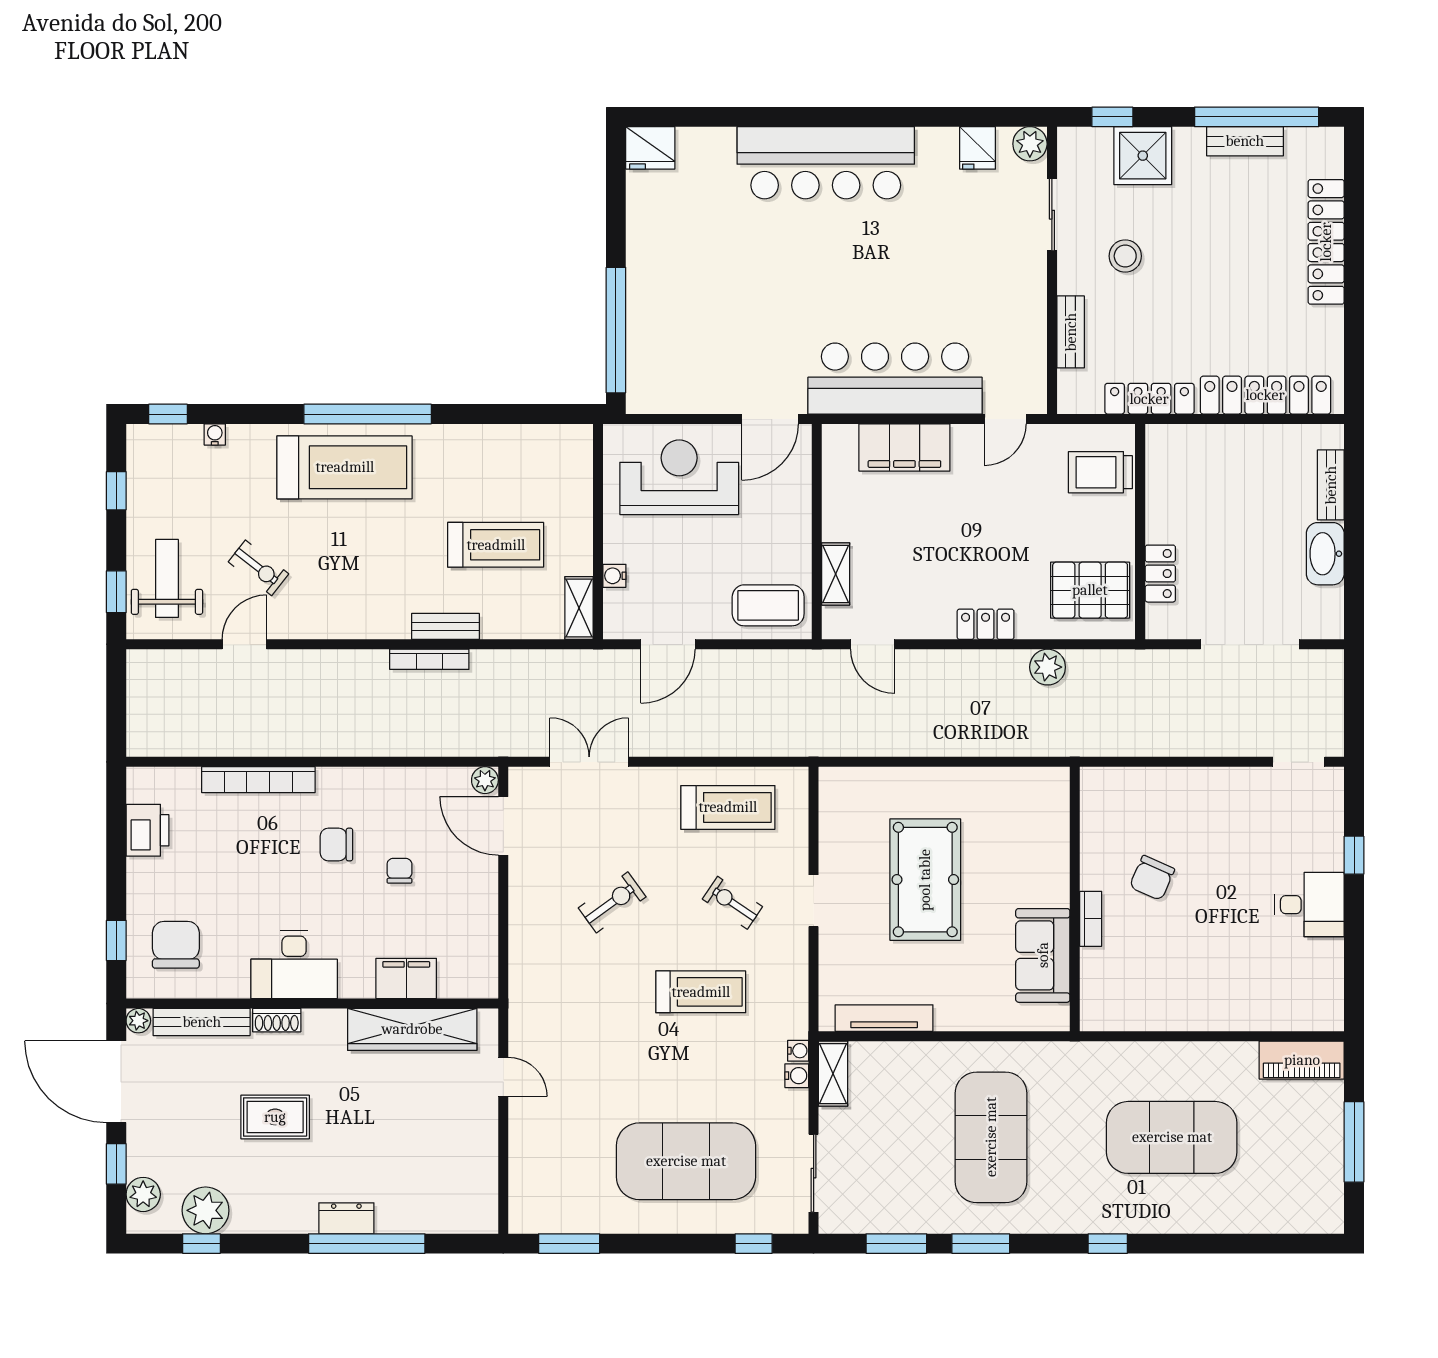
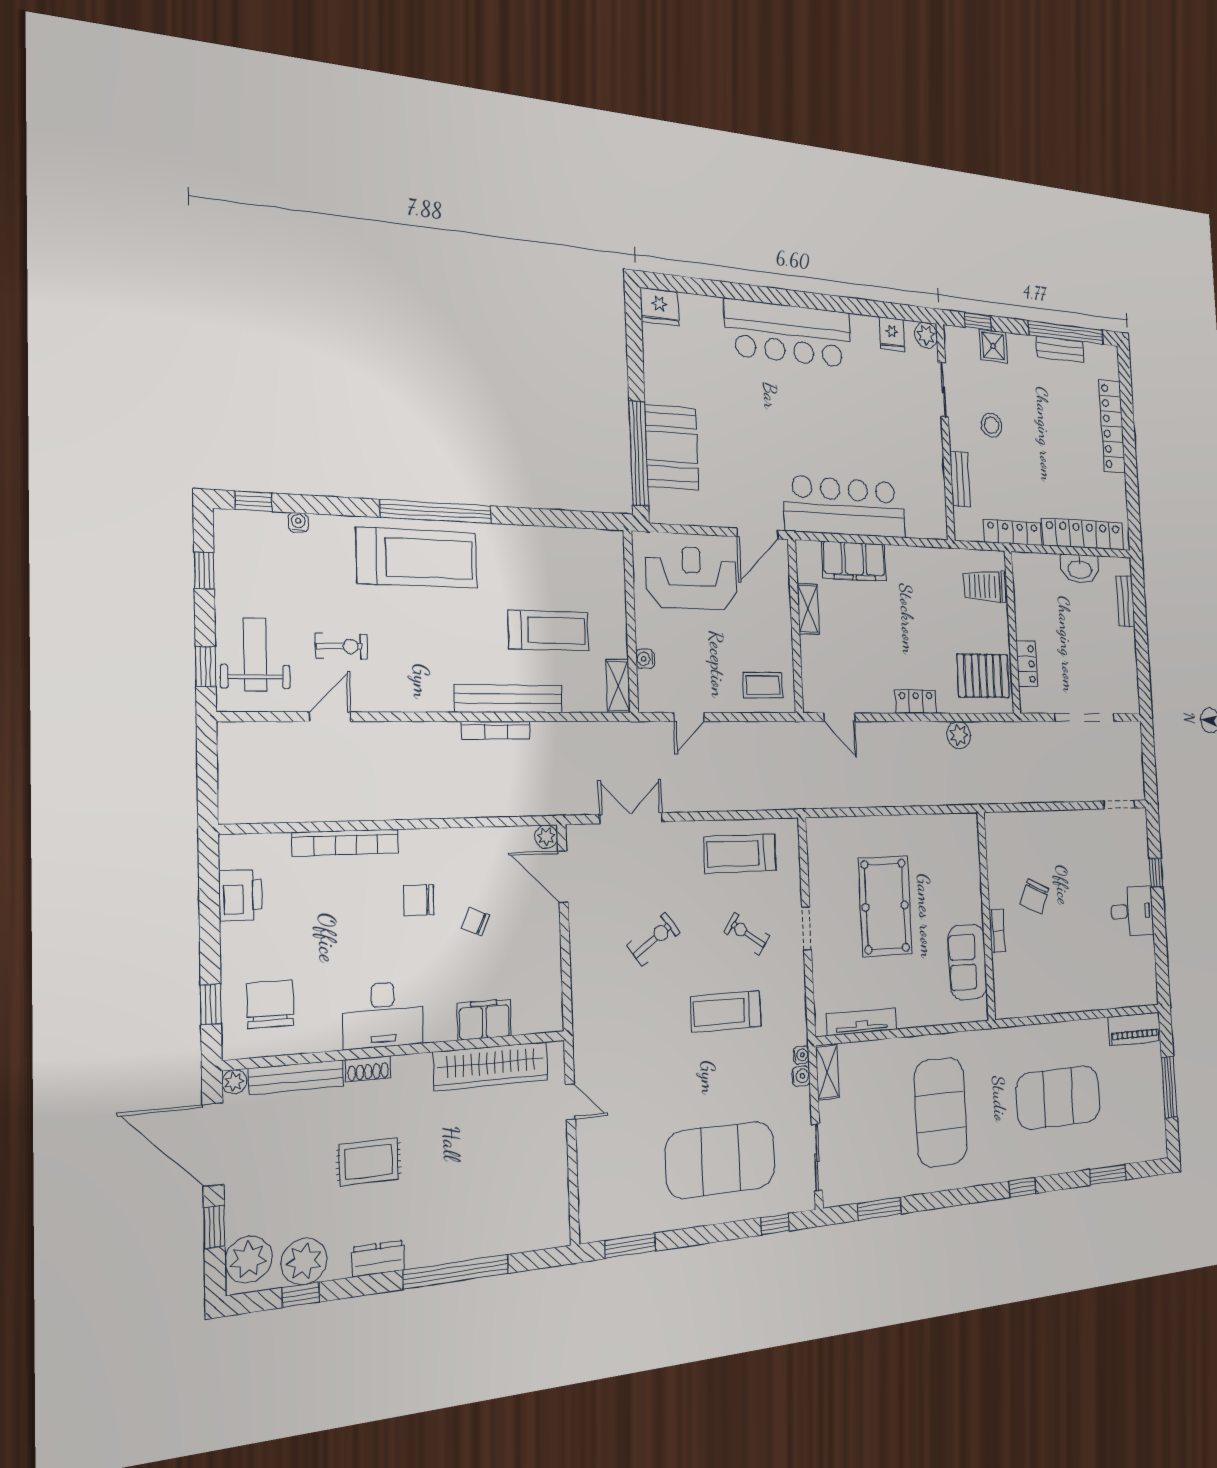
shower: (1143, 156) -> (993, 346), width x0.73, depth x0.73
booth: (659, 319) -> (672, 447), added
door: (1005, 419) -> (921, 543), removed
washbasin: (1325, 554) -> (1080, 569), moved, turned -90
exercise bike: (258, 568) -> (342, 646), turned -38
shelving: (836, 574) -> (808, 609), moved
coffee table: (768, 605) -> (763, 685), width x0.73, depth x0.77
bench: (445, 626) -> (509, 699), width x1.86, depth x1.21
door: (668, 644) -> (689, 717), width x0.73
treadmill: (728, 807) -> (740, 853), turned 180
chair: (399, 871) -> (476, 921), turned -66
treadmill: (701, 992) -> (726, 1011), turned 180
plant: (143, 1194) -> (248, 1259), width x1.36, depth x1.36
dresser: (346, 1218) -> (378, 1259), moved
window: (981, 1244) -> (1108, 1175), moved

